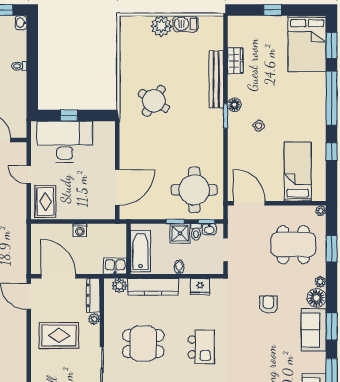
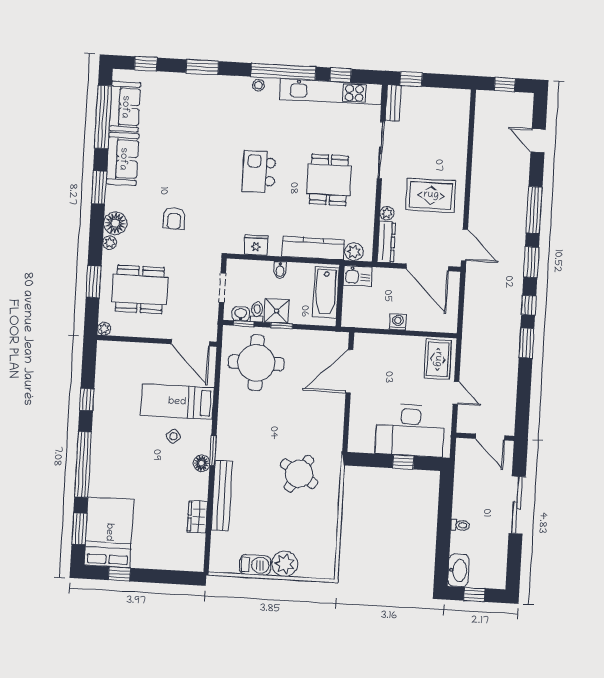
window: (273, 10) -> (119, 574), moved
washbasin: (21, 23) -> (458, 570), width x1.91, depth x1.45
bed: (298, 172) -> (177, 402), moved, turned 90
sofa: (314, 330) -> (123, 159), moved
dining table: (143, 343) -> (329, 180), turned 90

